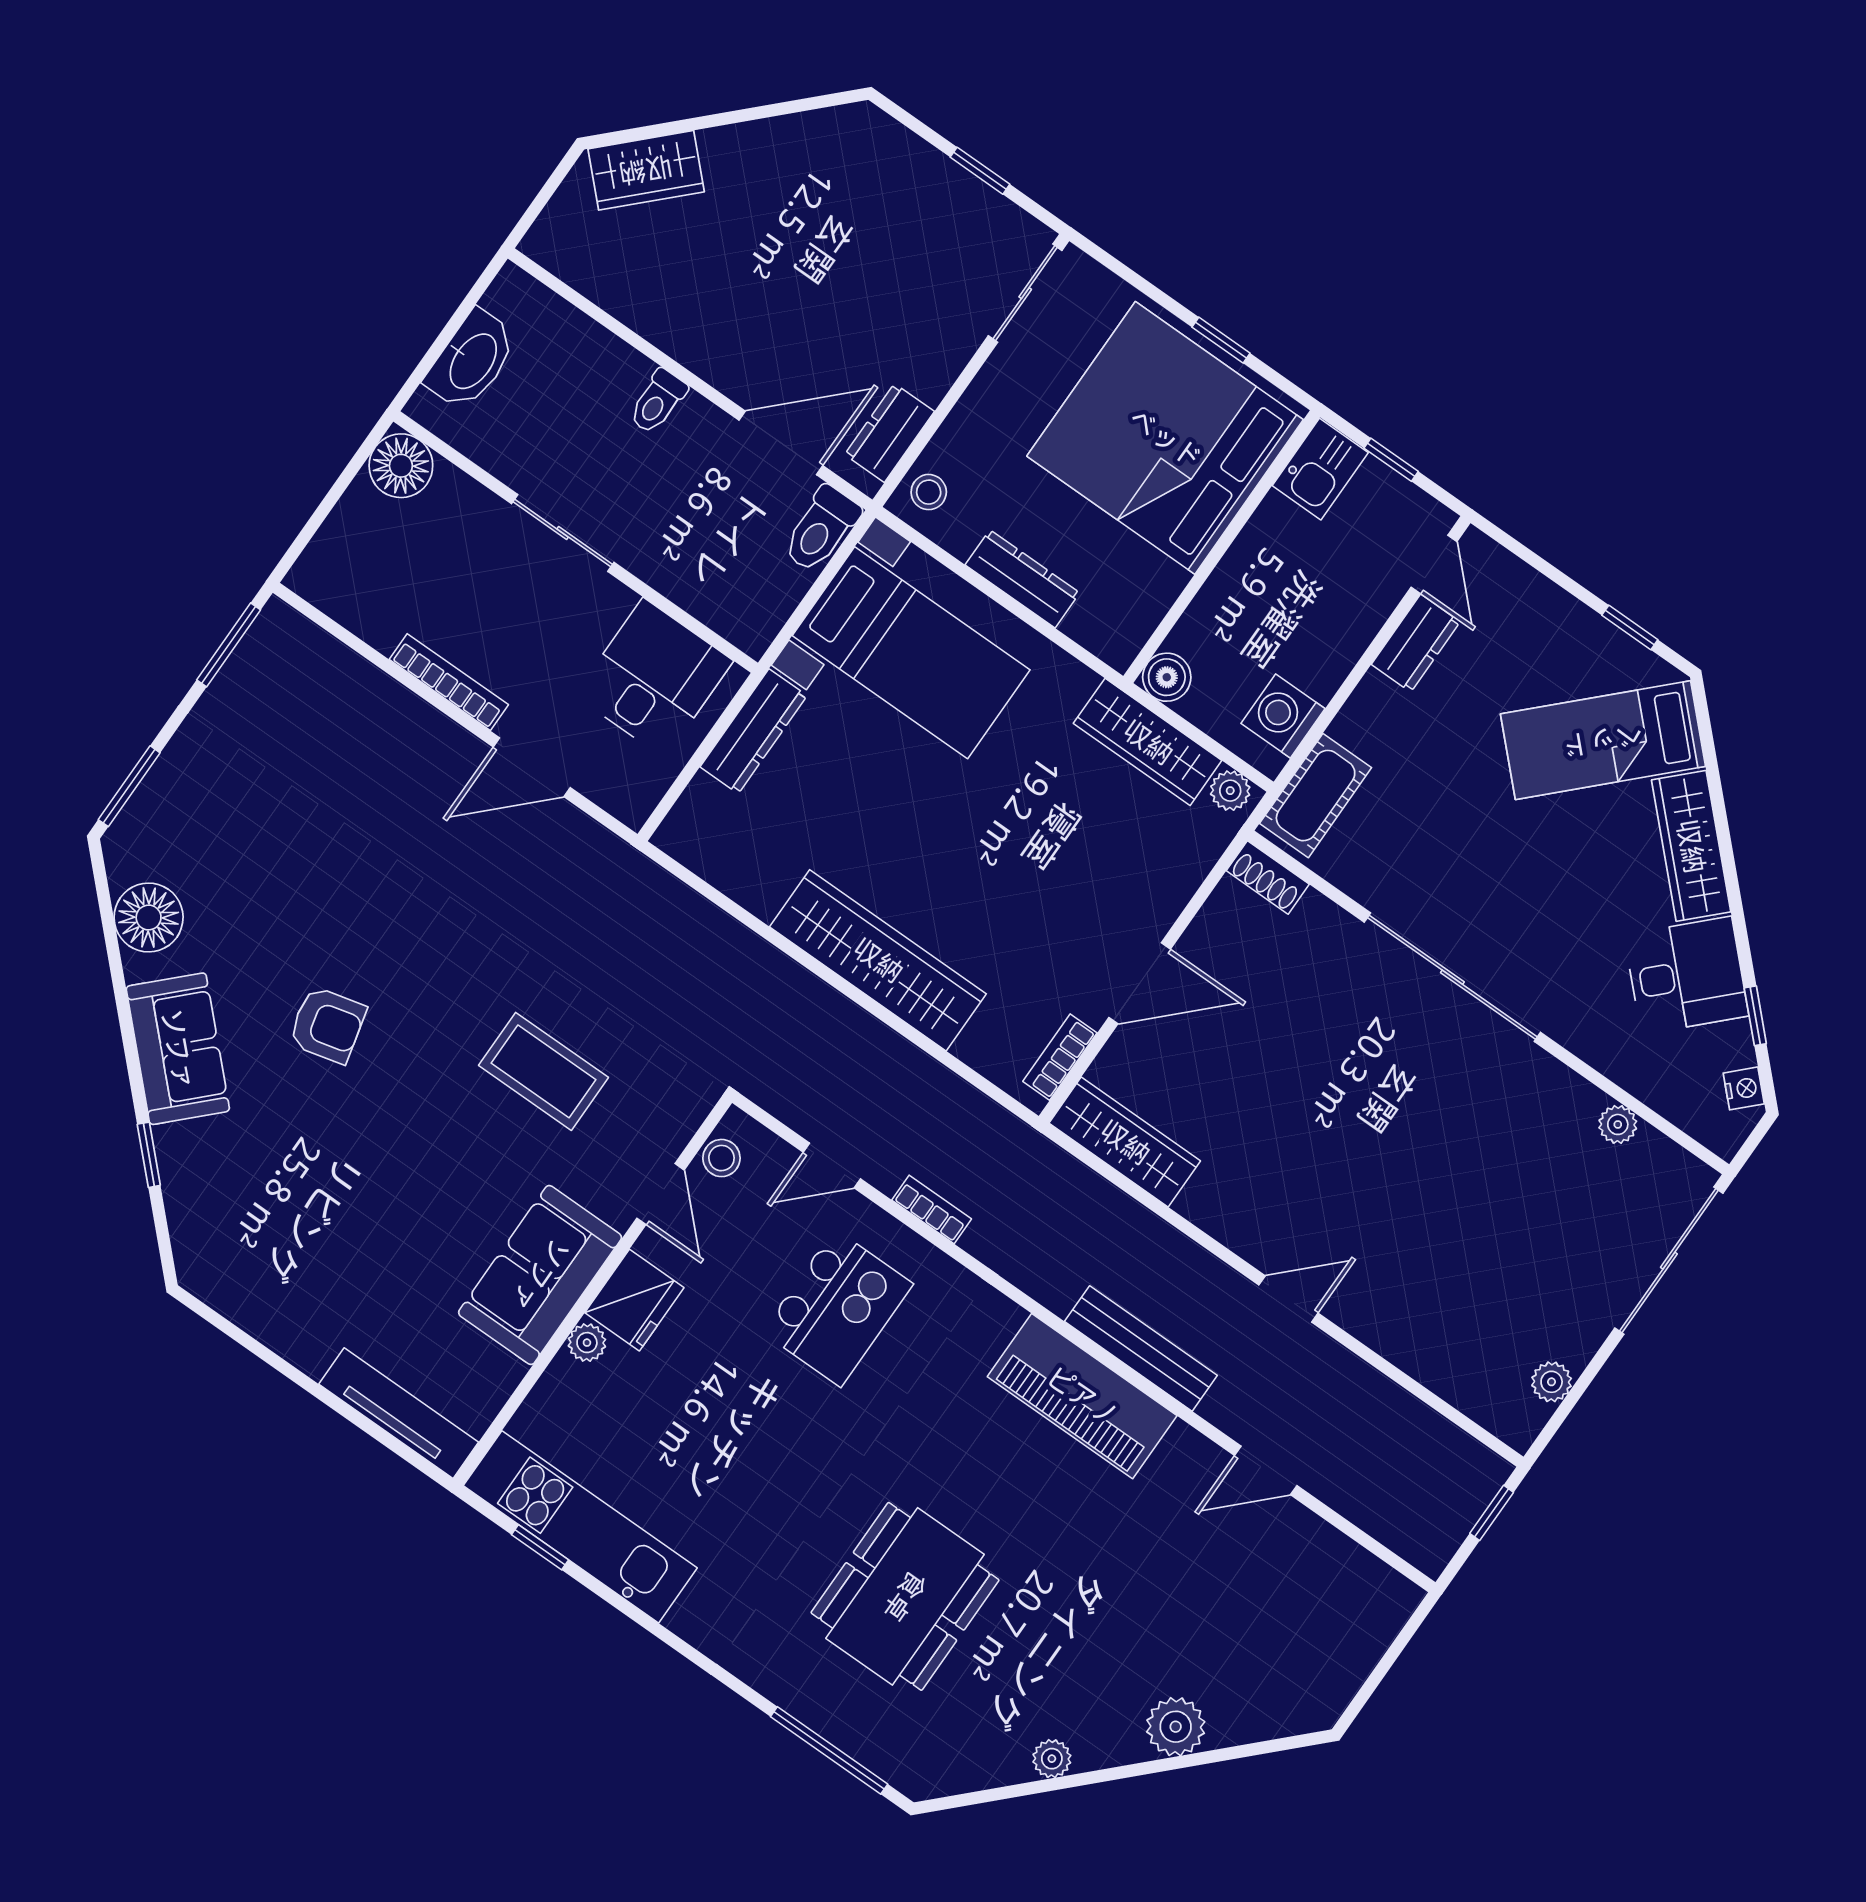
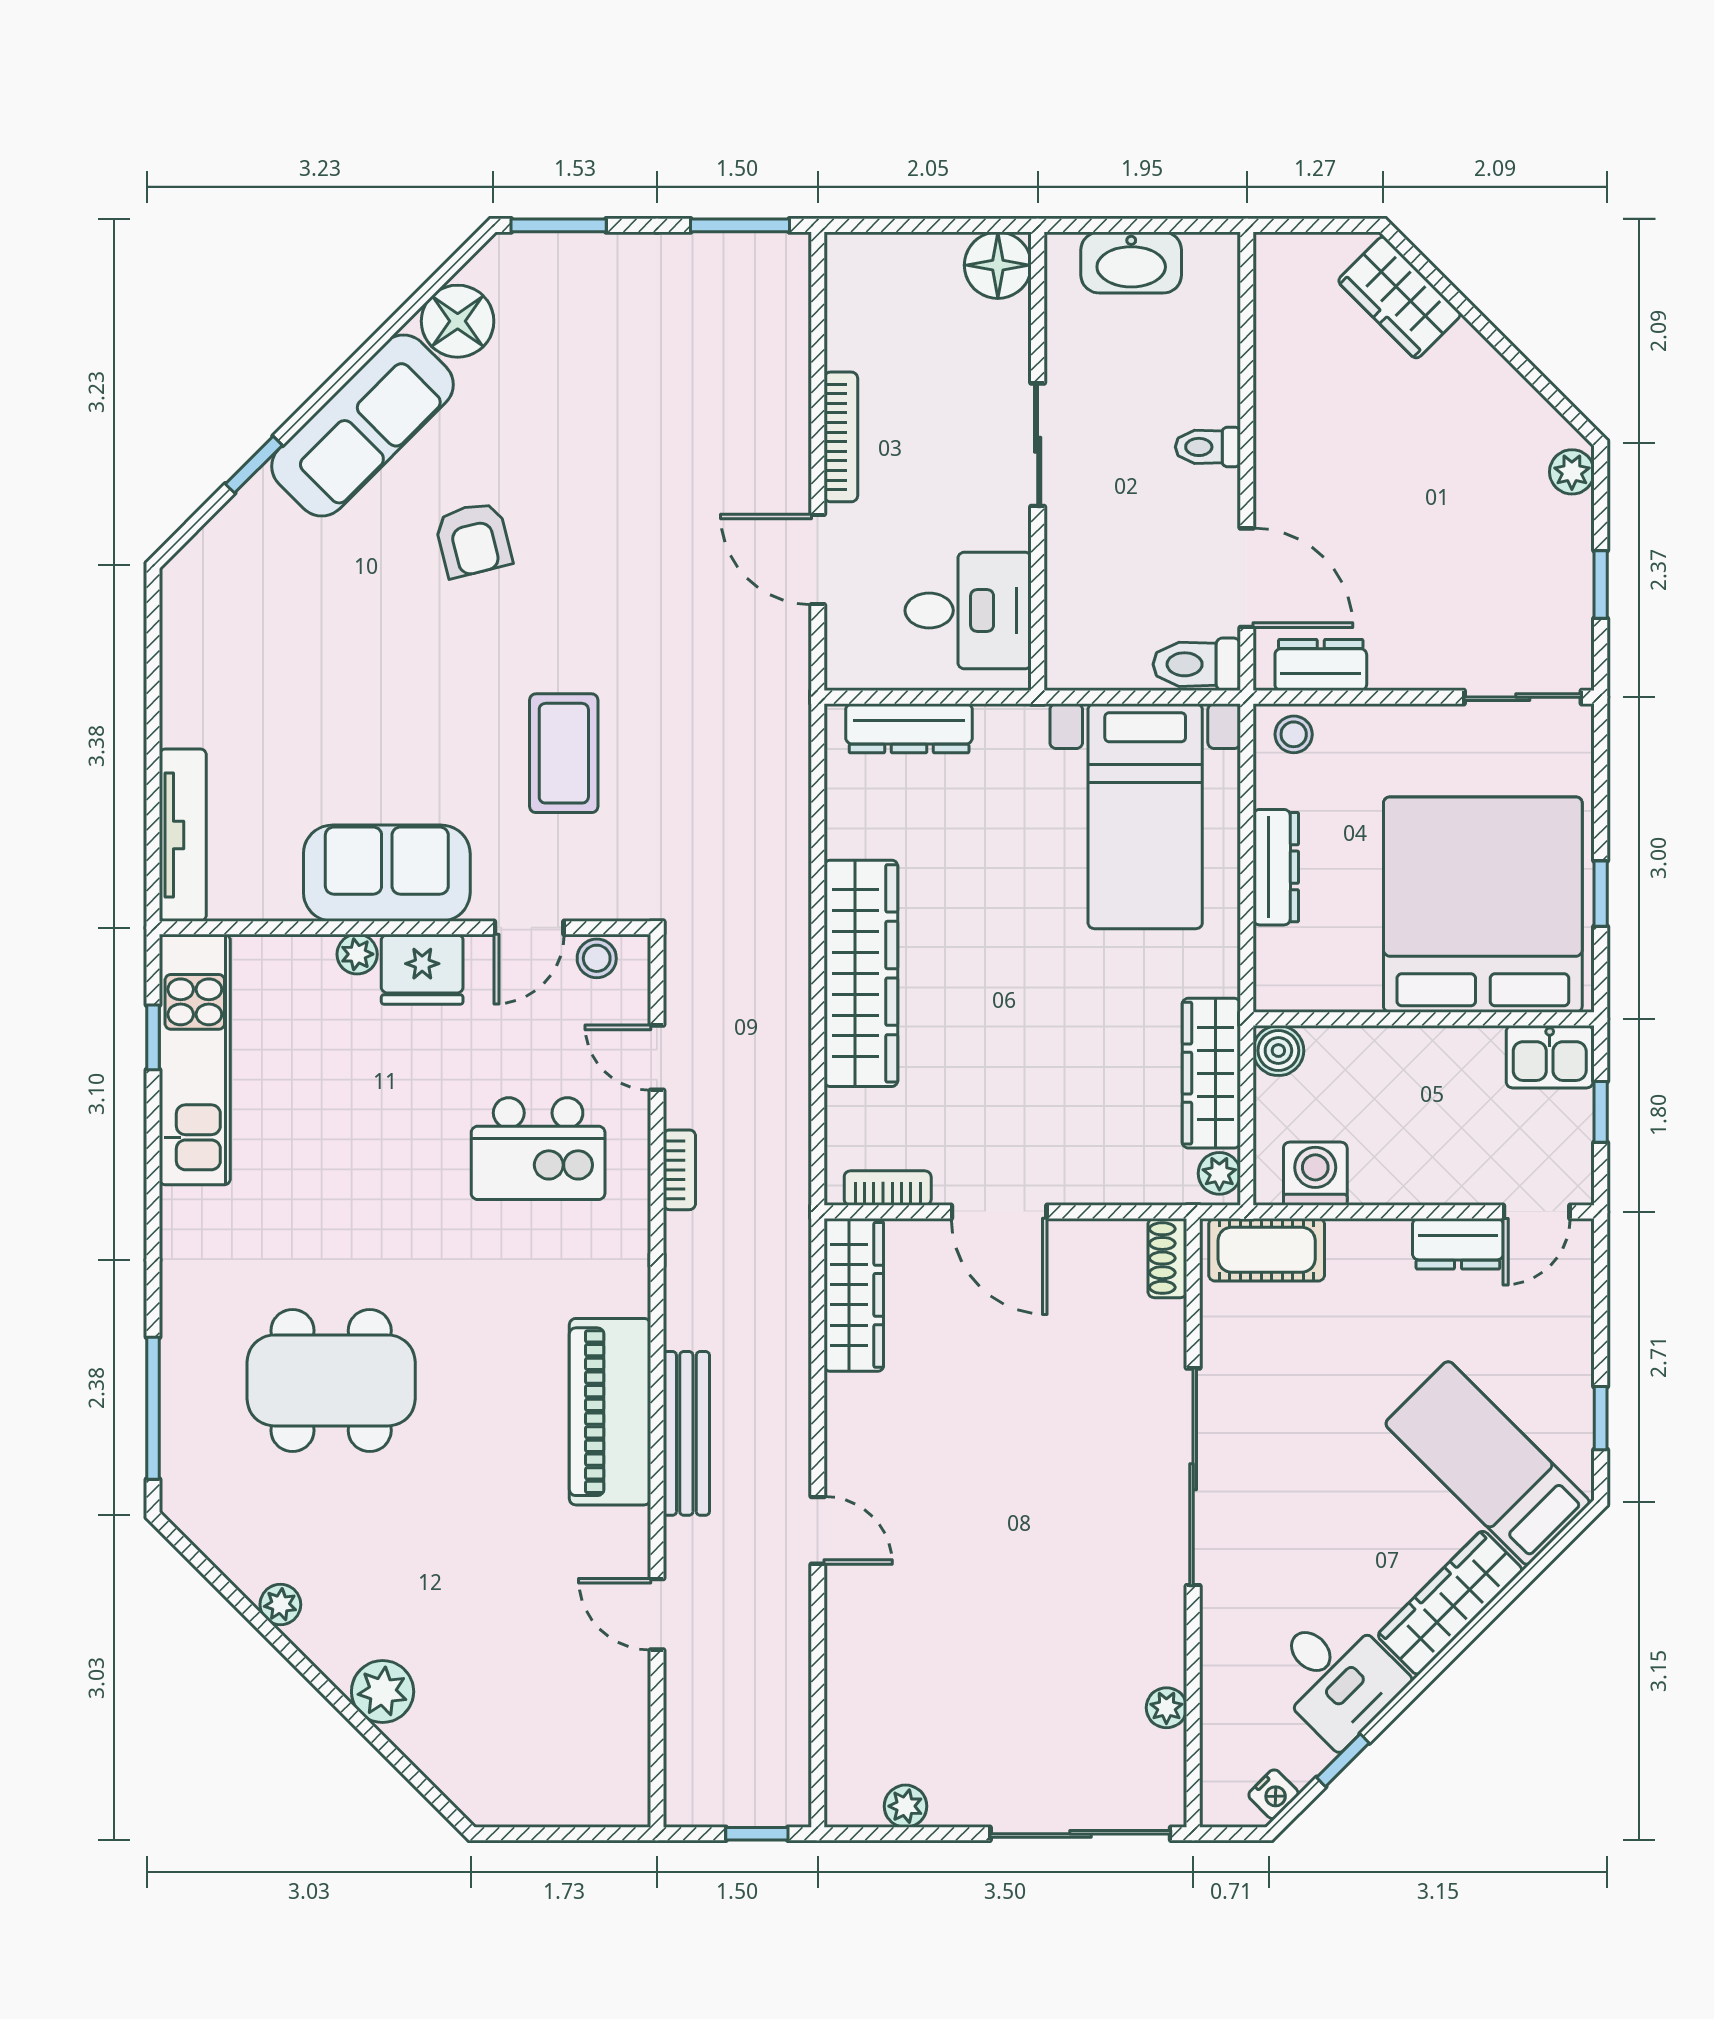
plant: (877, 131) -> (1572, 472), added
dresser: (754, 731) -> (909, 728), moved
sofa: (178, 1049) -> (363, 425), width x1.36

